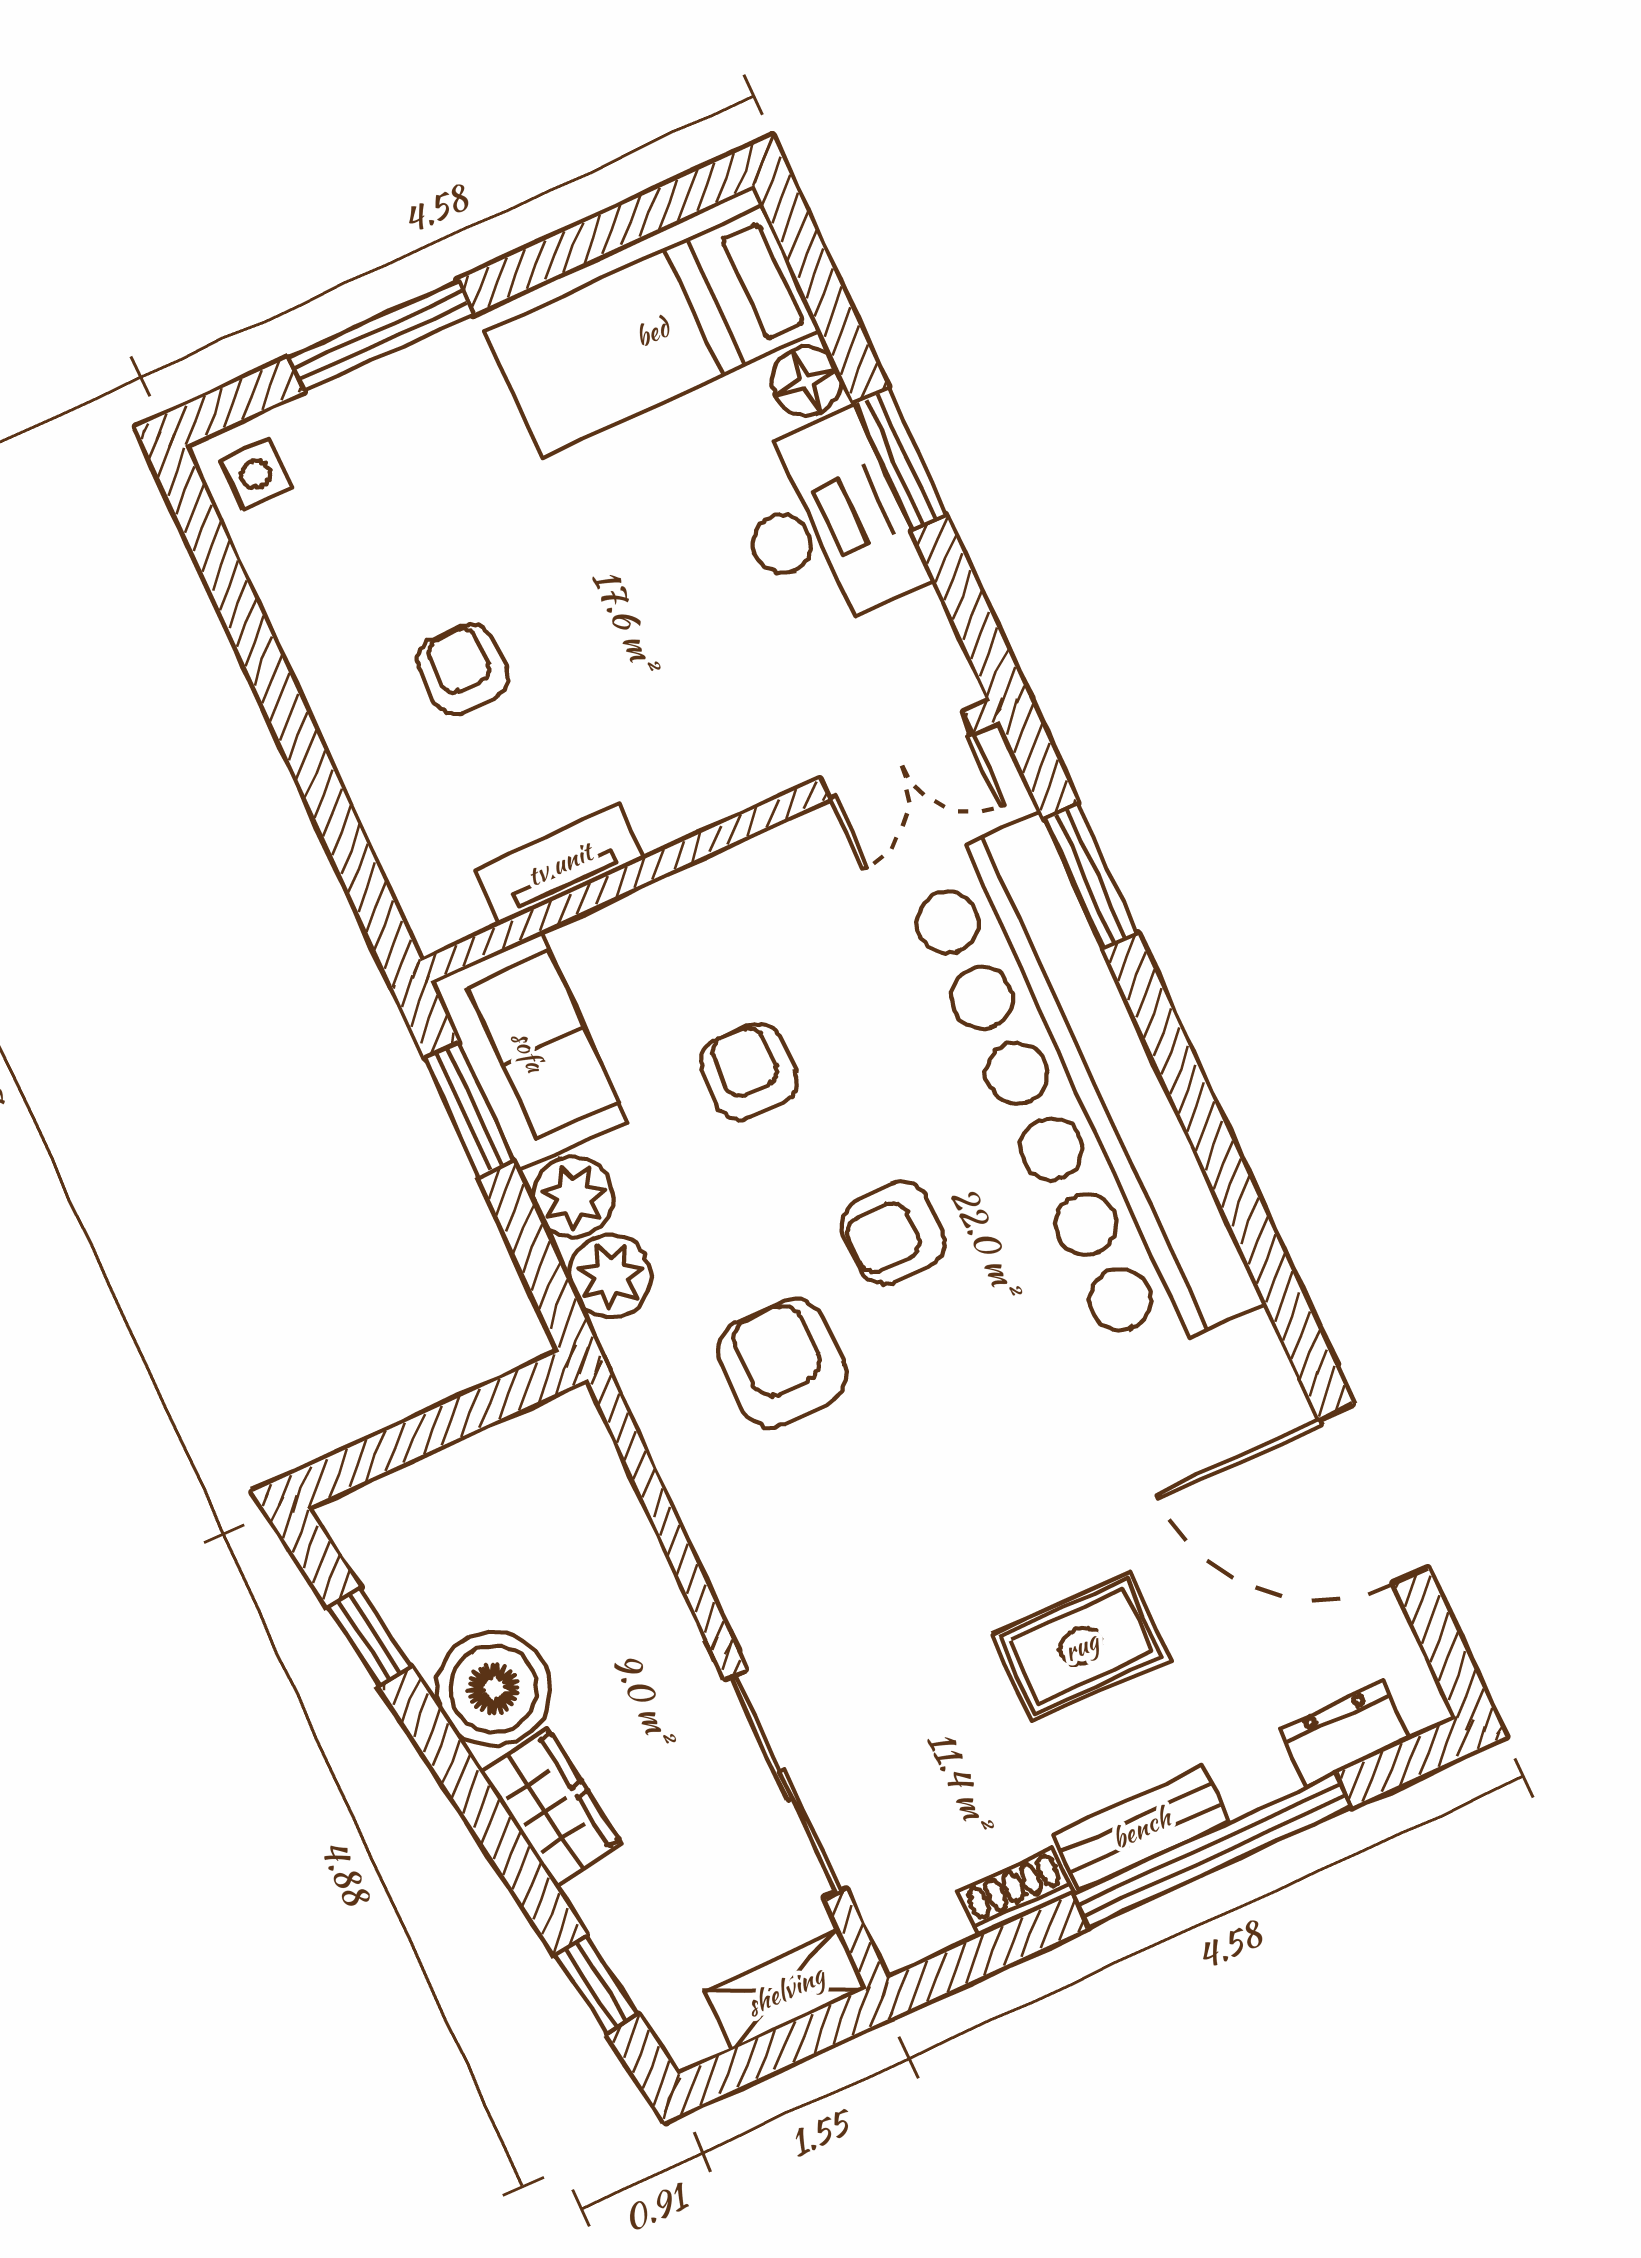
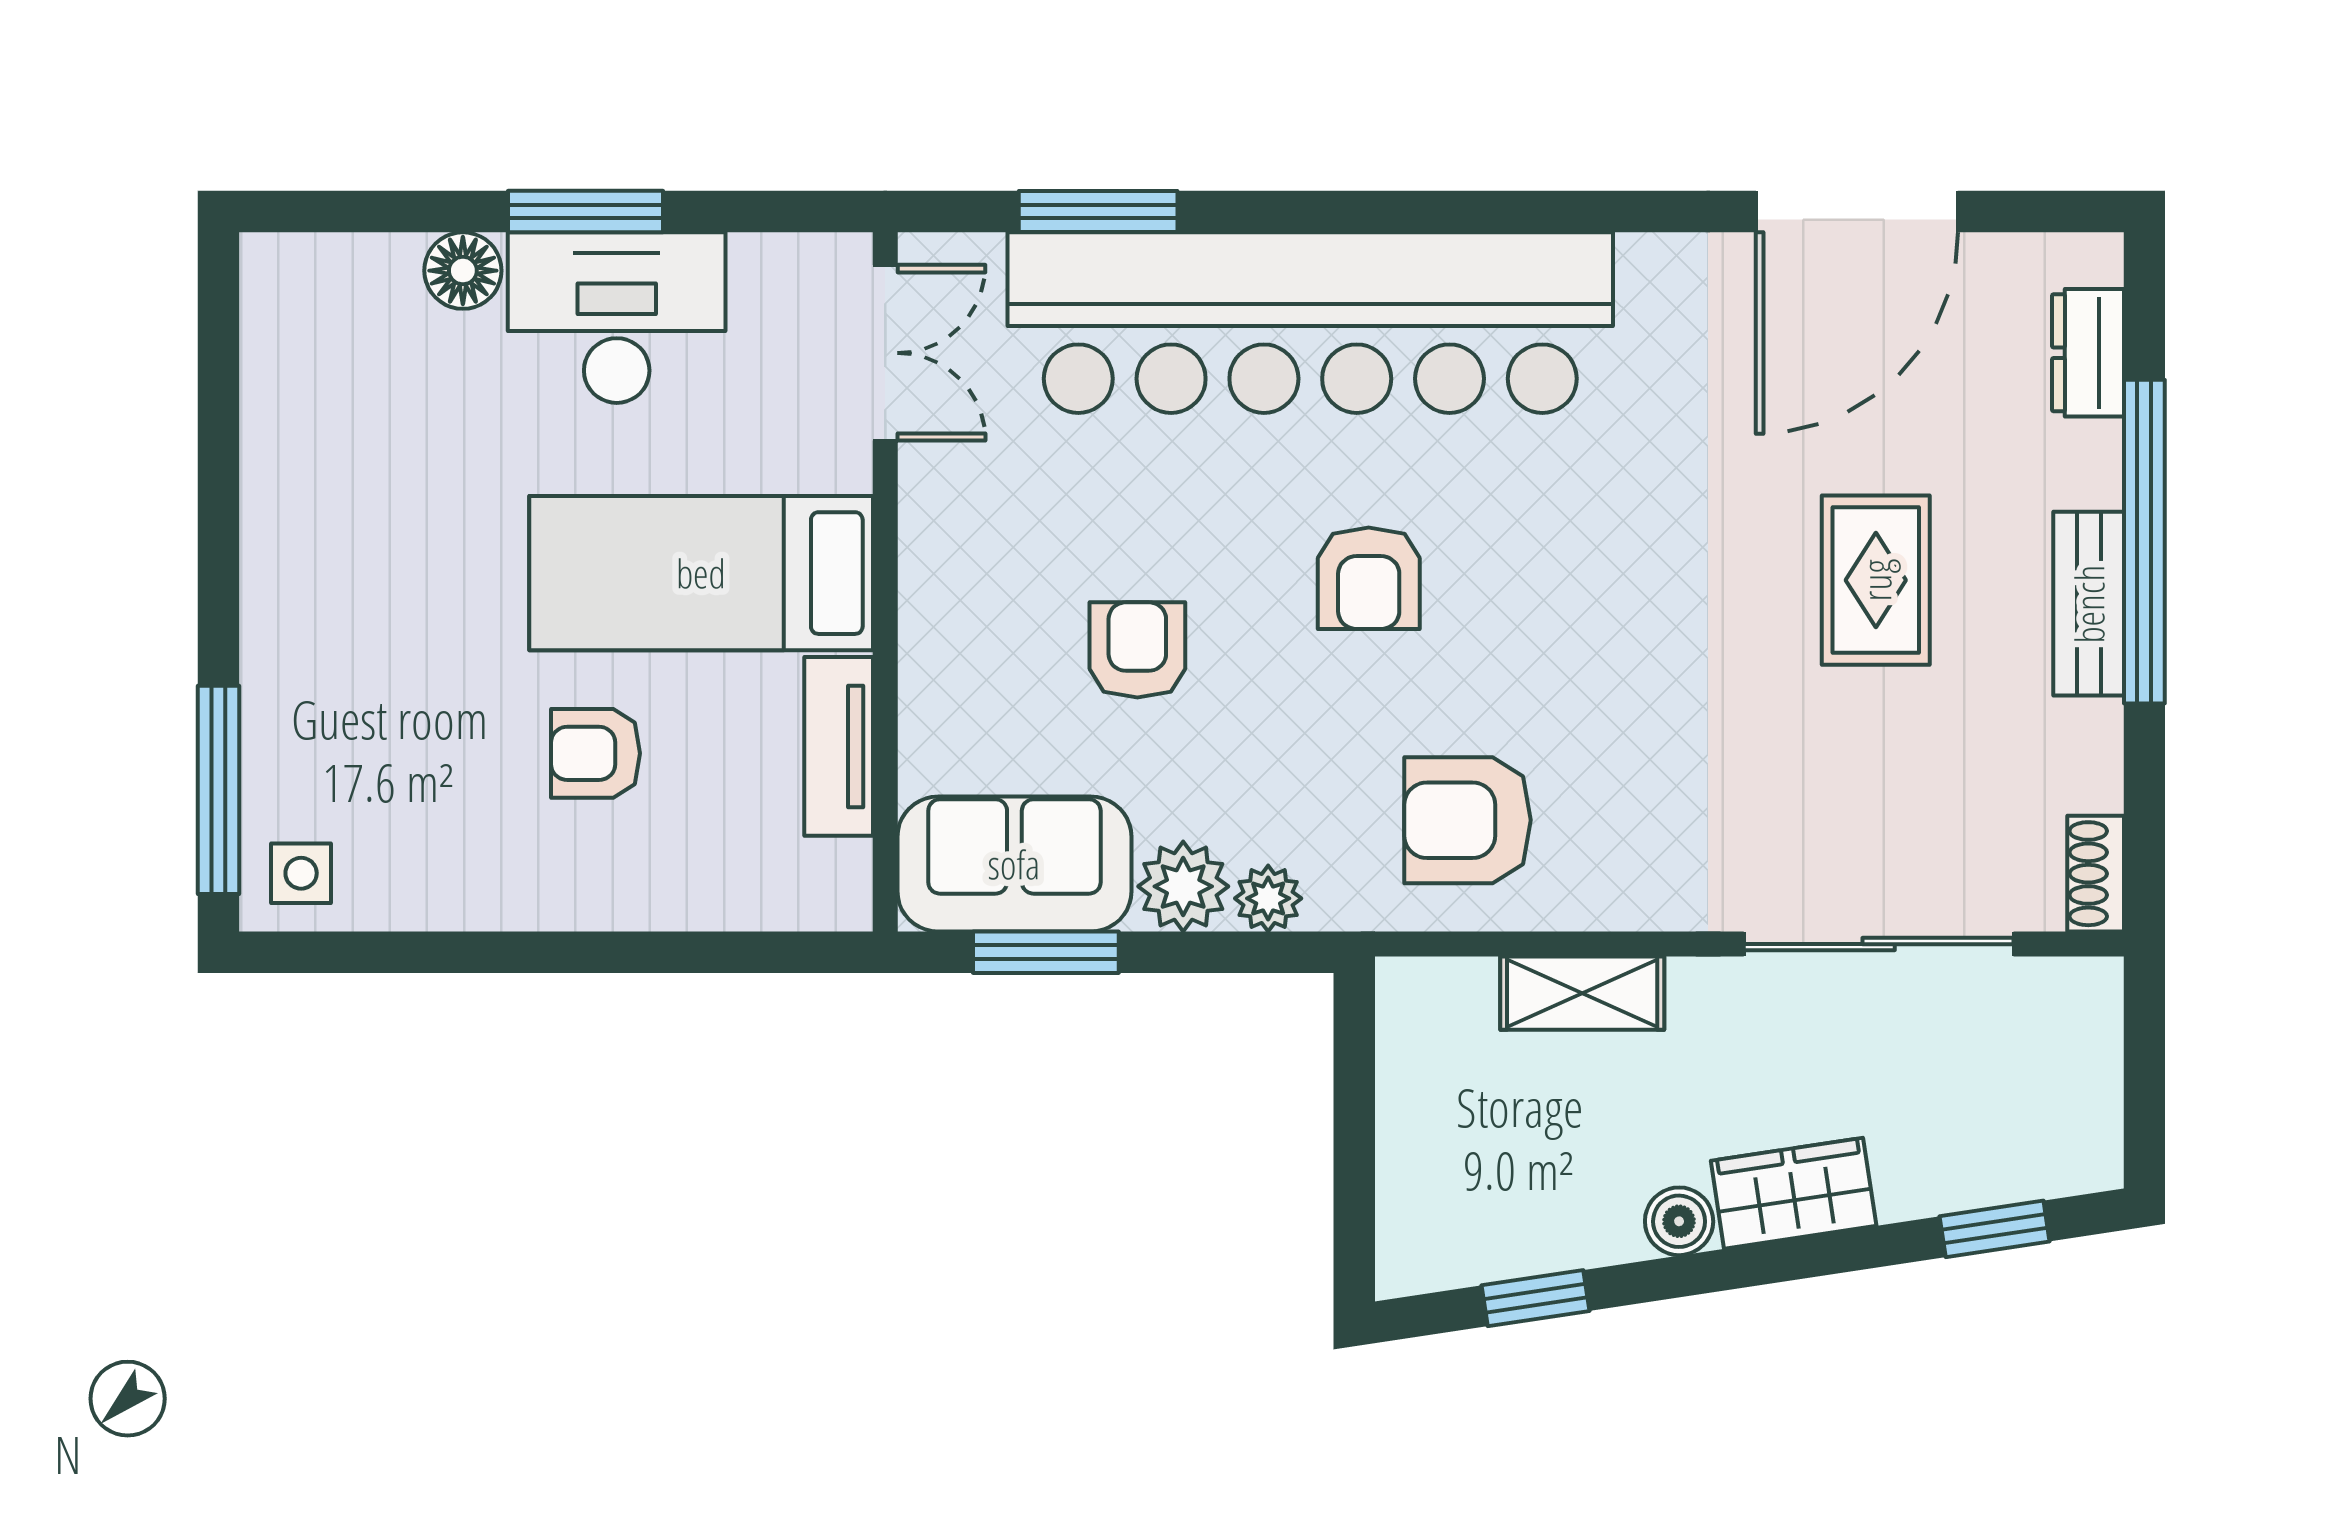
bed: (652, 332) -> (701, 573), moved, turned 90
window: (381, 336) -> (219, 790), moved
armchair: (749, 1071) -> (1137, 650), turned 90
plant: (610, 1276) -> (1268, 898), width x0.73, depth x0.73
armchair: (782, 1363) -> (1467, 820), moved
boiler: (493, 1689) -> (1679, 1221), width x0.54, depth x0.54
shoe rack: (1016, 1892) -> (2096, 874), moved
shelving: (785, 1990) -> (1582, 993), moved, turned 90

